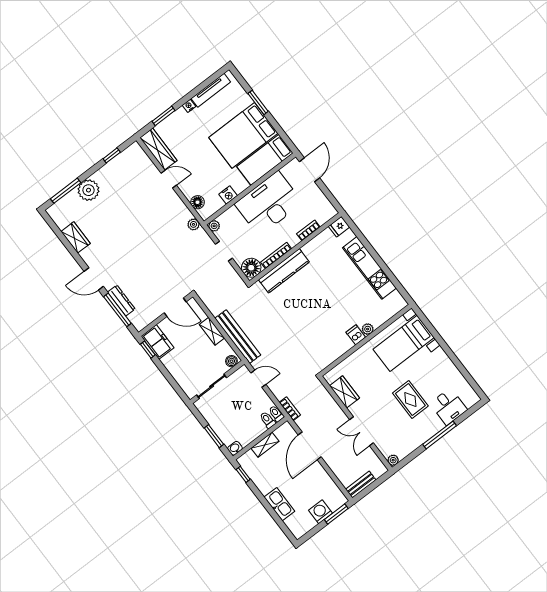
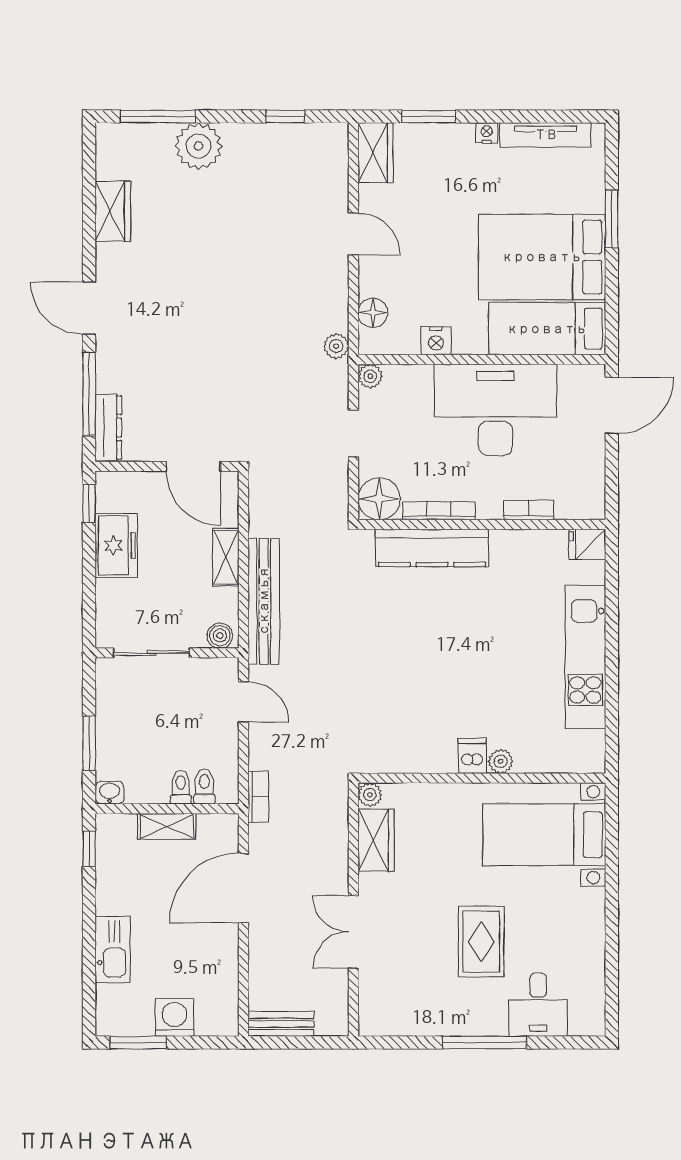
wardrobe: (158, 149) -> (375, 153), width x0.67
dresser: (121, 301) -> (108, 427), moved
freezer: (157, 342) -> (116, 545), moved
toilet: (276, 414) -> (181, 787), moved
plant: (393, 460) -> (370, 795), moved
window: (336, 514) -> (138, 1043), moved

